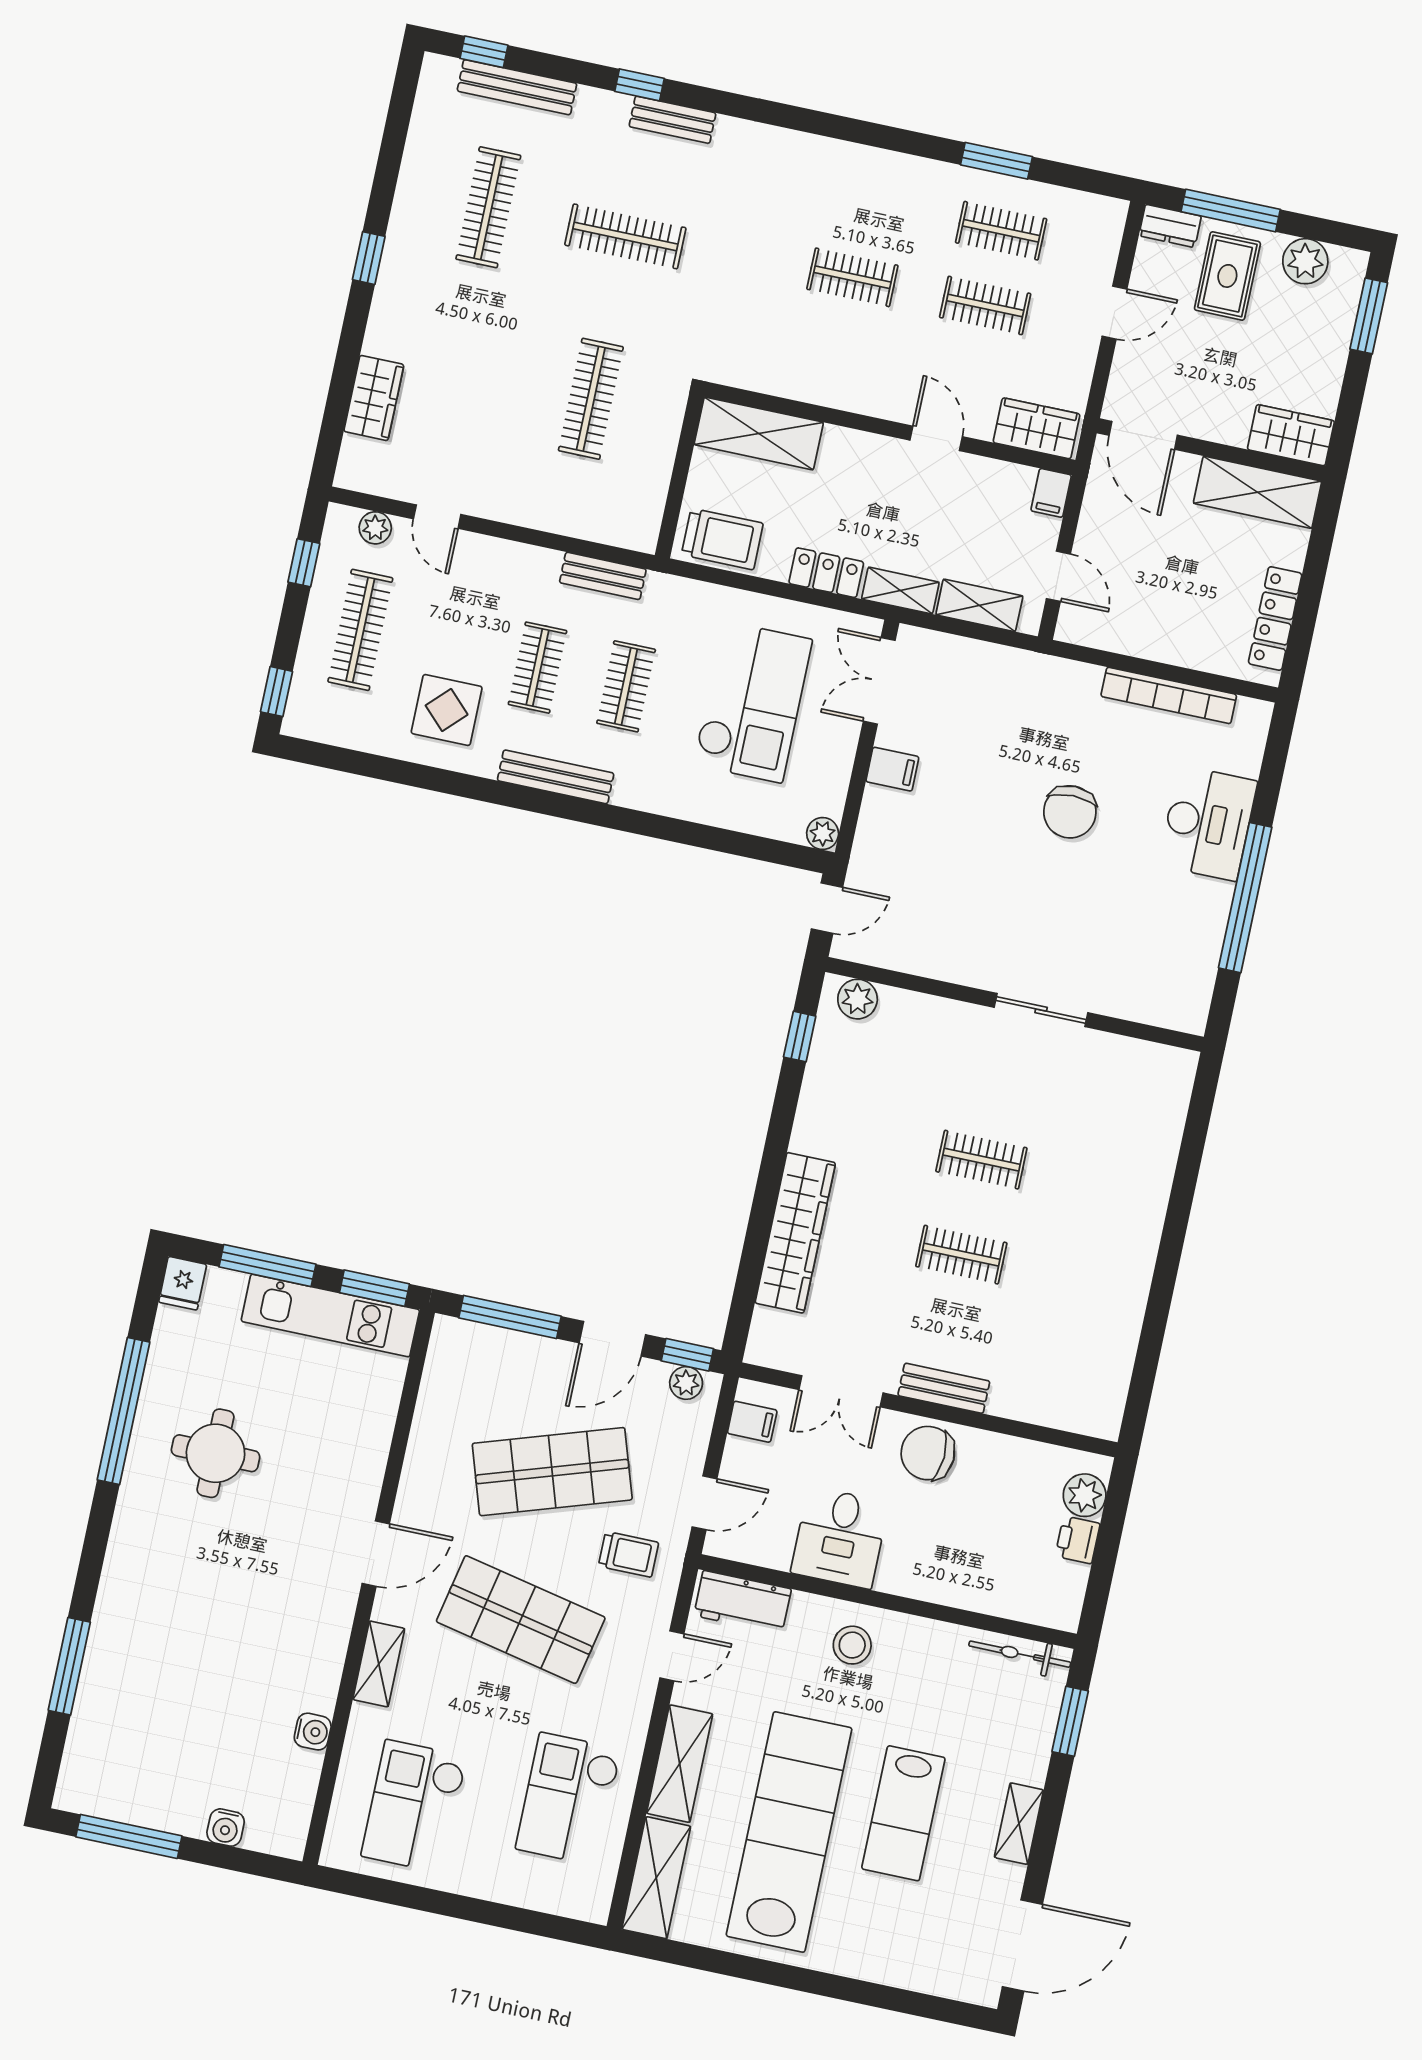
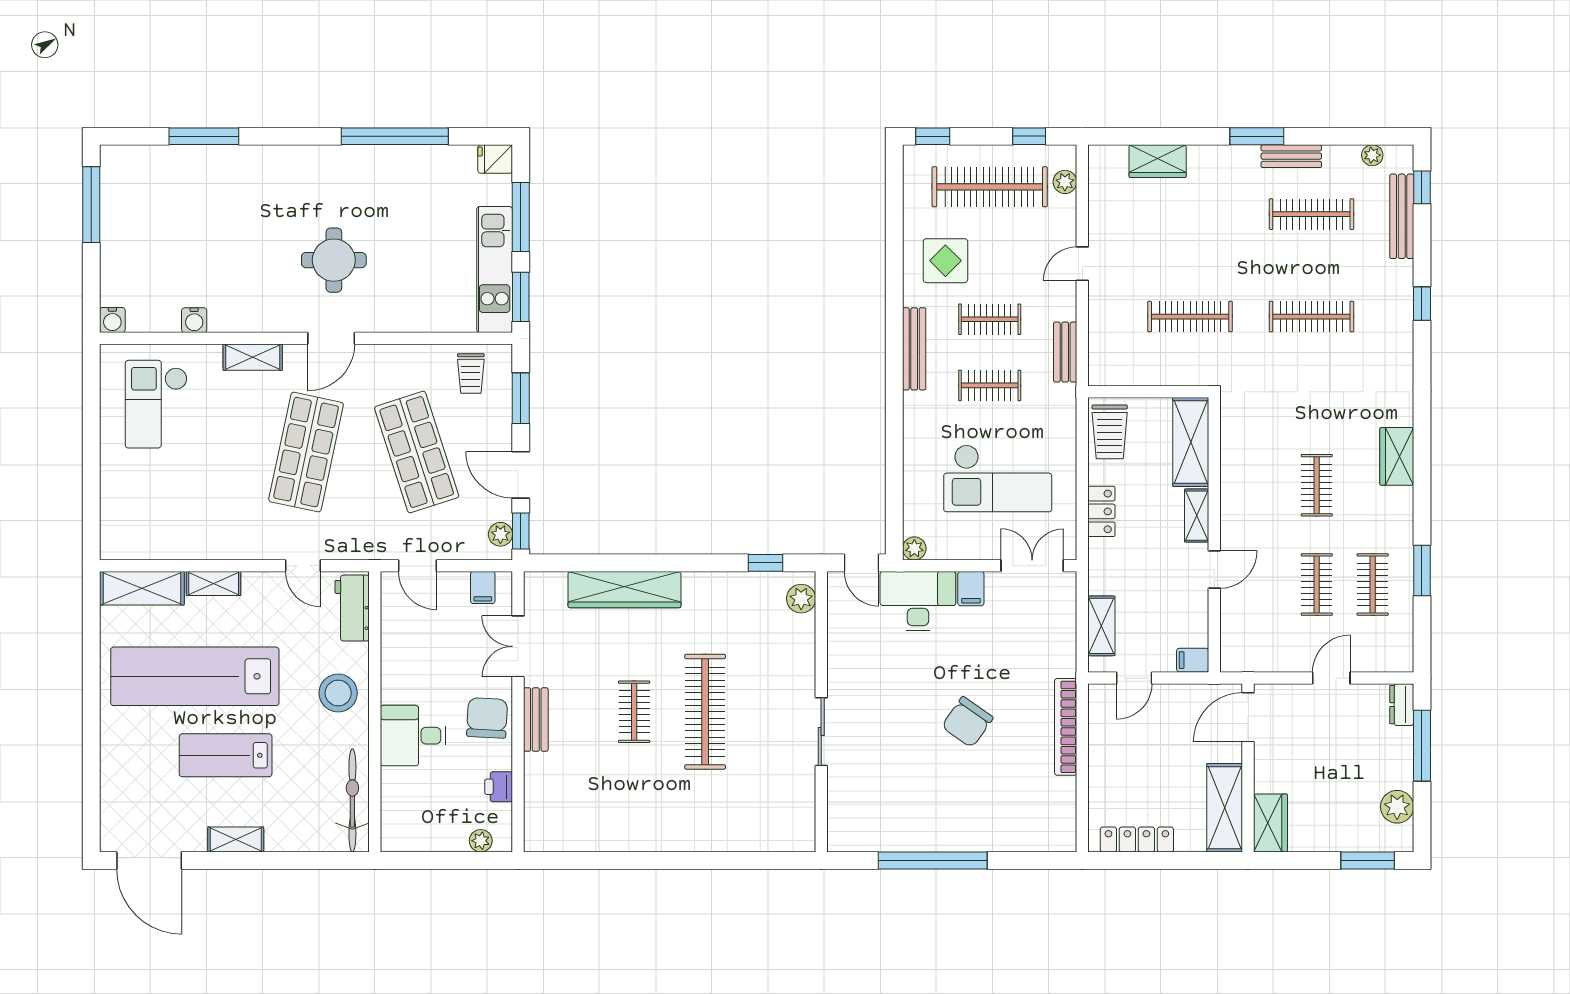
plant: (427, 109) -> (1372, 155), added
bench: (672, 120) -> (1291, 156), moved, turned 90
clothes rail: (625, 236) -> (1311, 317), turned 90
window: (369, 258) -> (1257, 136), width x1.50
rug: (1227, 276) -> (1375, 753), removed
door: (1114, 313) -> (1331, 678), swing flipped
wardrobe: (1037, 428) -> (1397, 456), moved, turned 180
door: (437, 517) -> (1082, 264), moved
shelving: (900, 591) -> (1197, 516), moved
clothes rail: (360, 630) -> (990, 187), width x1.37, depth x1.31
bookcase: (1169, 695) -> (1066, 727), moved
chair: (1070, 812) -> (967, 722), turned -55
desk: (1208, 823) -> (918, 601), moved, turned 180
clothes rail: (981, 1160) -> (705, 712), width x1.86, depth x1.31
window: (510, 1317) -> (521, 398), width x0.69
round table: (216, 1453) -> (334, 260), moved
plant: (1085, 1495) -> (481, 841), width x0.73, depth x0.73
desk: (840, 1538) -> (413, 736), moved
printer: (1078, 1540) -> (499, 787), moved, turned -90
door: (376, 1554) -> (331, 338), hinge flipped
trolley: (629, 1554) -> (471, 374), moved
stool: (852, 1645) -> (338, 693), width x1.38, depth x1.38
bicycle: (1020, 1654) -> (352, 800), width x1.37, depth x1.40
window: (1070, 1721) -> (317, 860), removed
shelving: (680, 1764) -> (214, 584), width x0.67, depth x0.75
checkout: (568, 1799) -> (185, 513), removed
checkout: (414, 1806) -> (156, 404), turned -90
water cooler: (226, 1828) -> (112, 320), moved, turned -90
lab bench: (789, 1832) -> (195, 676), turned 180

